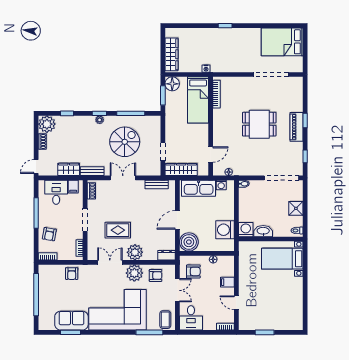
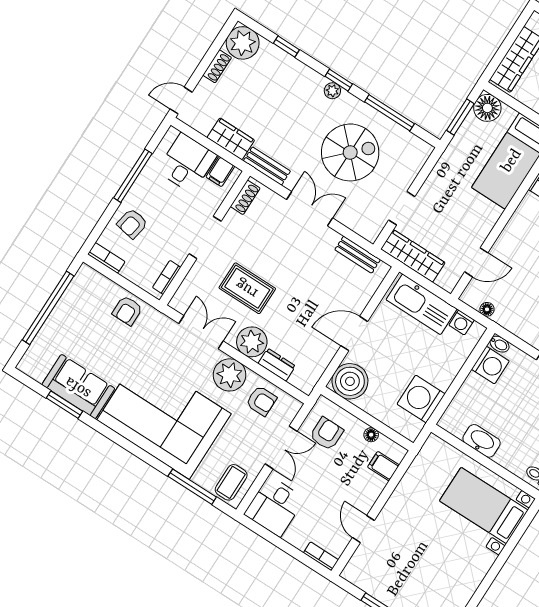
washing machine: (246, 230) -> (490, 365), moved, turned 90
dresser: (167, 255) -> (277, 365), moved
armchair: (193, 271) -> (327, 434), turned -90
filing cabinet: (227, 282) -> (383, 466), moved

